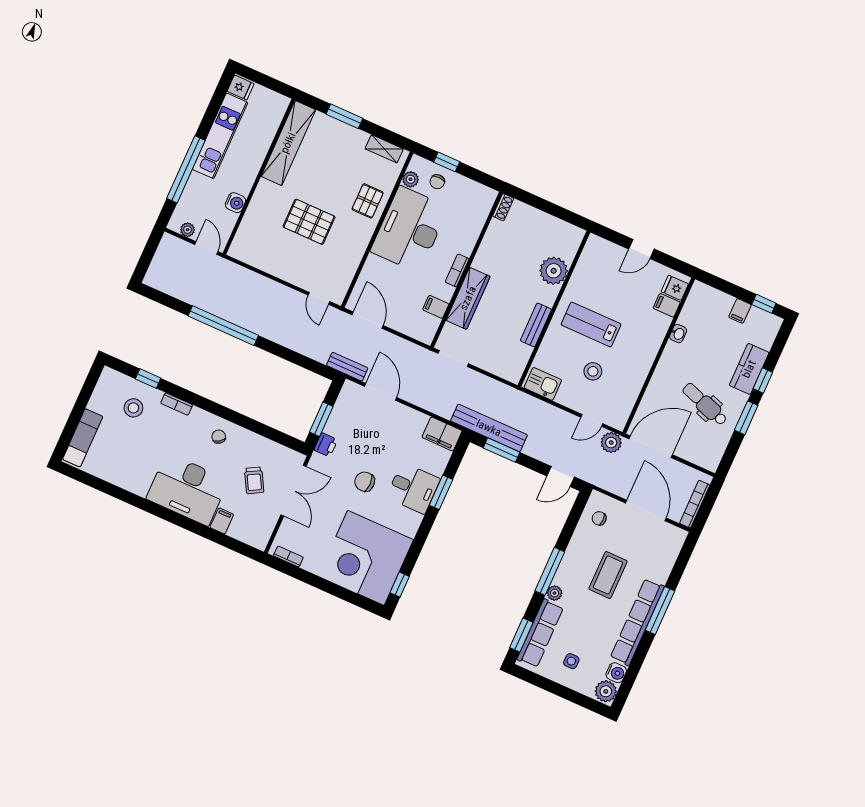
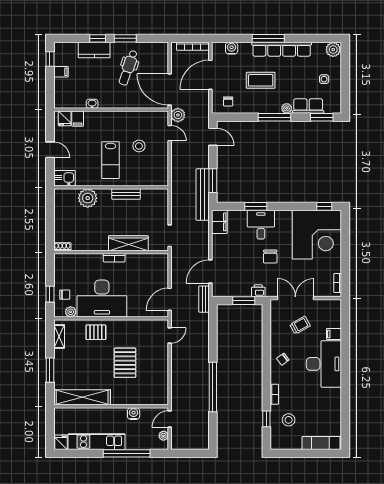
filing cabinet: (436, 307) -> (143, 261), removed
kitchen sink: (543, 384) -> (64, 178), moved, turned 90
row of seats: (540, 633) -> (308, 106), width x0.68
water cooler: (616, 673) -> (232, 48), moved

